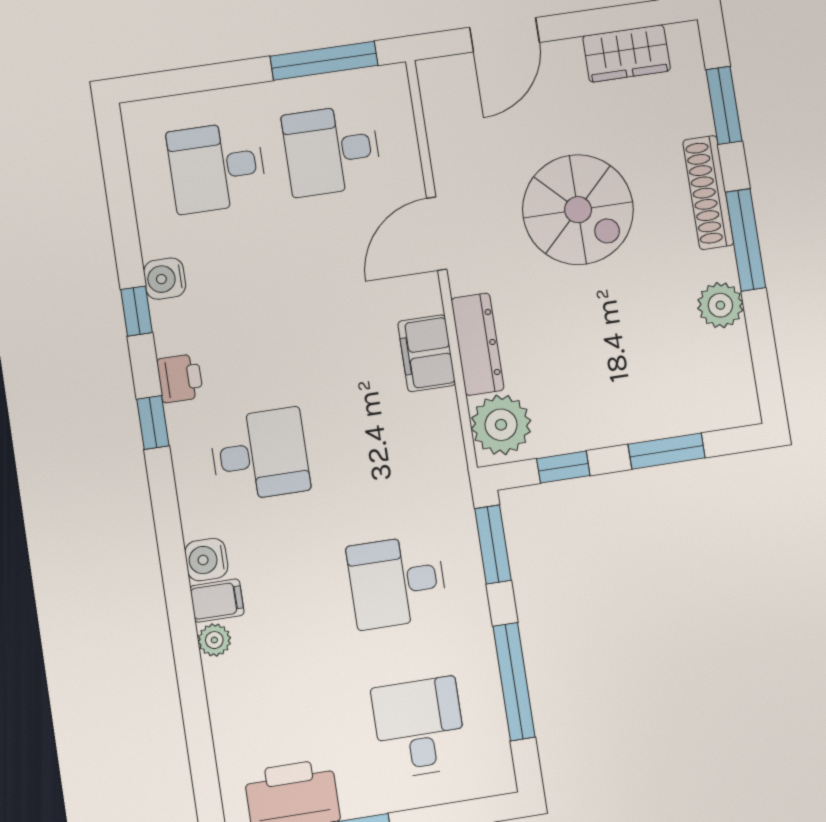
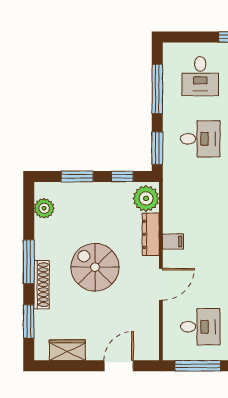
spiral stairs: (578, 210) -> (95, 267), moved
plant: (720, 305) -> (44, 208), moved
filing cabinet: (427, 353) -> (173, 241), width x0.50

